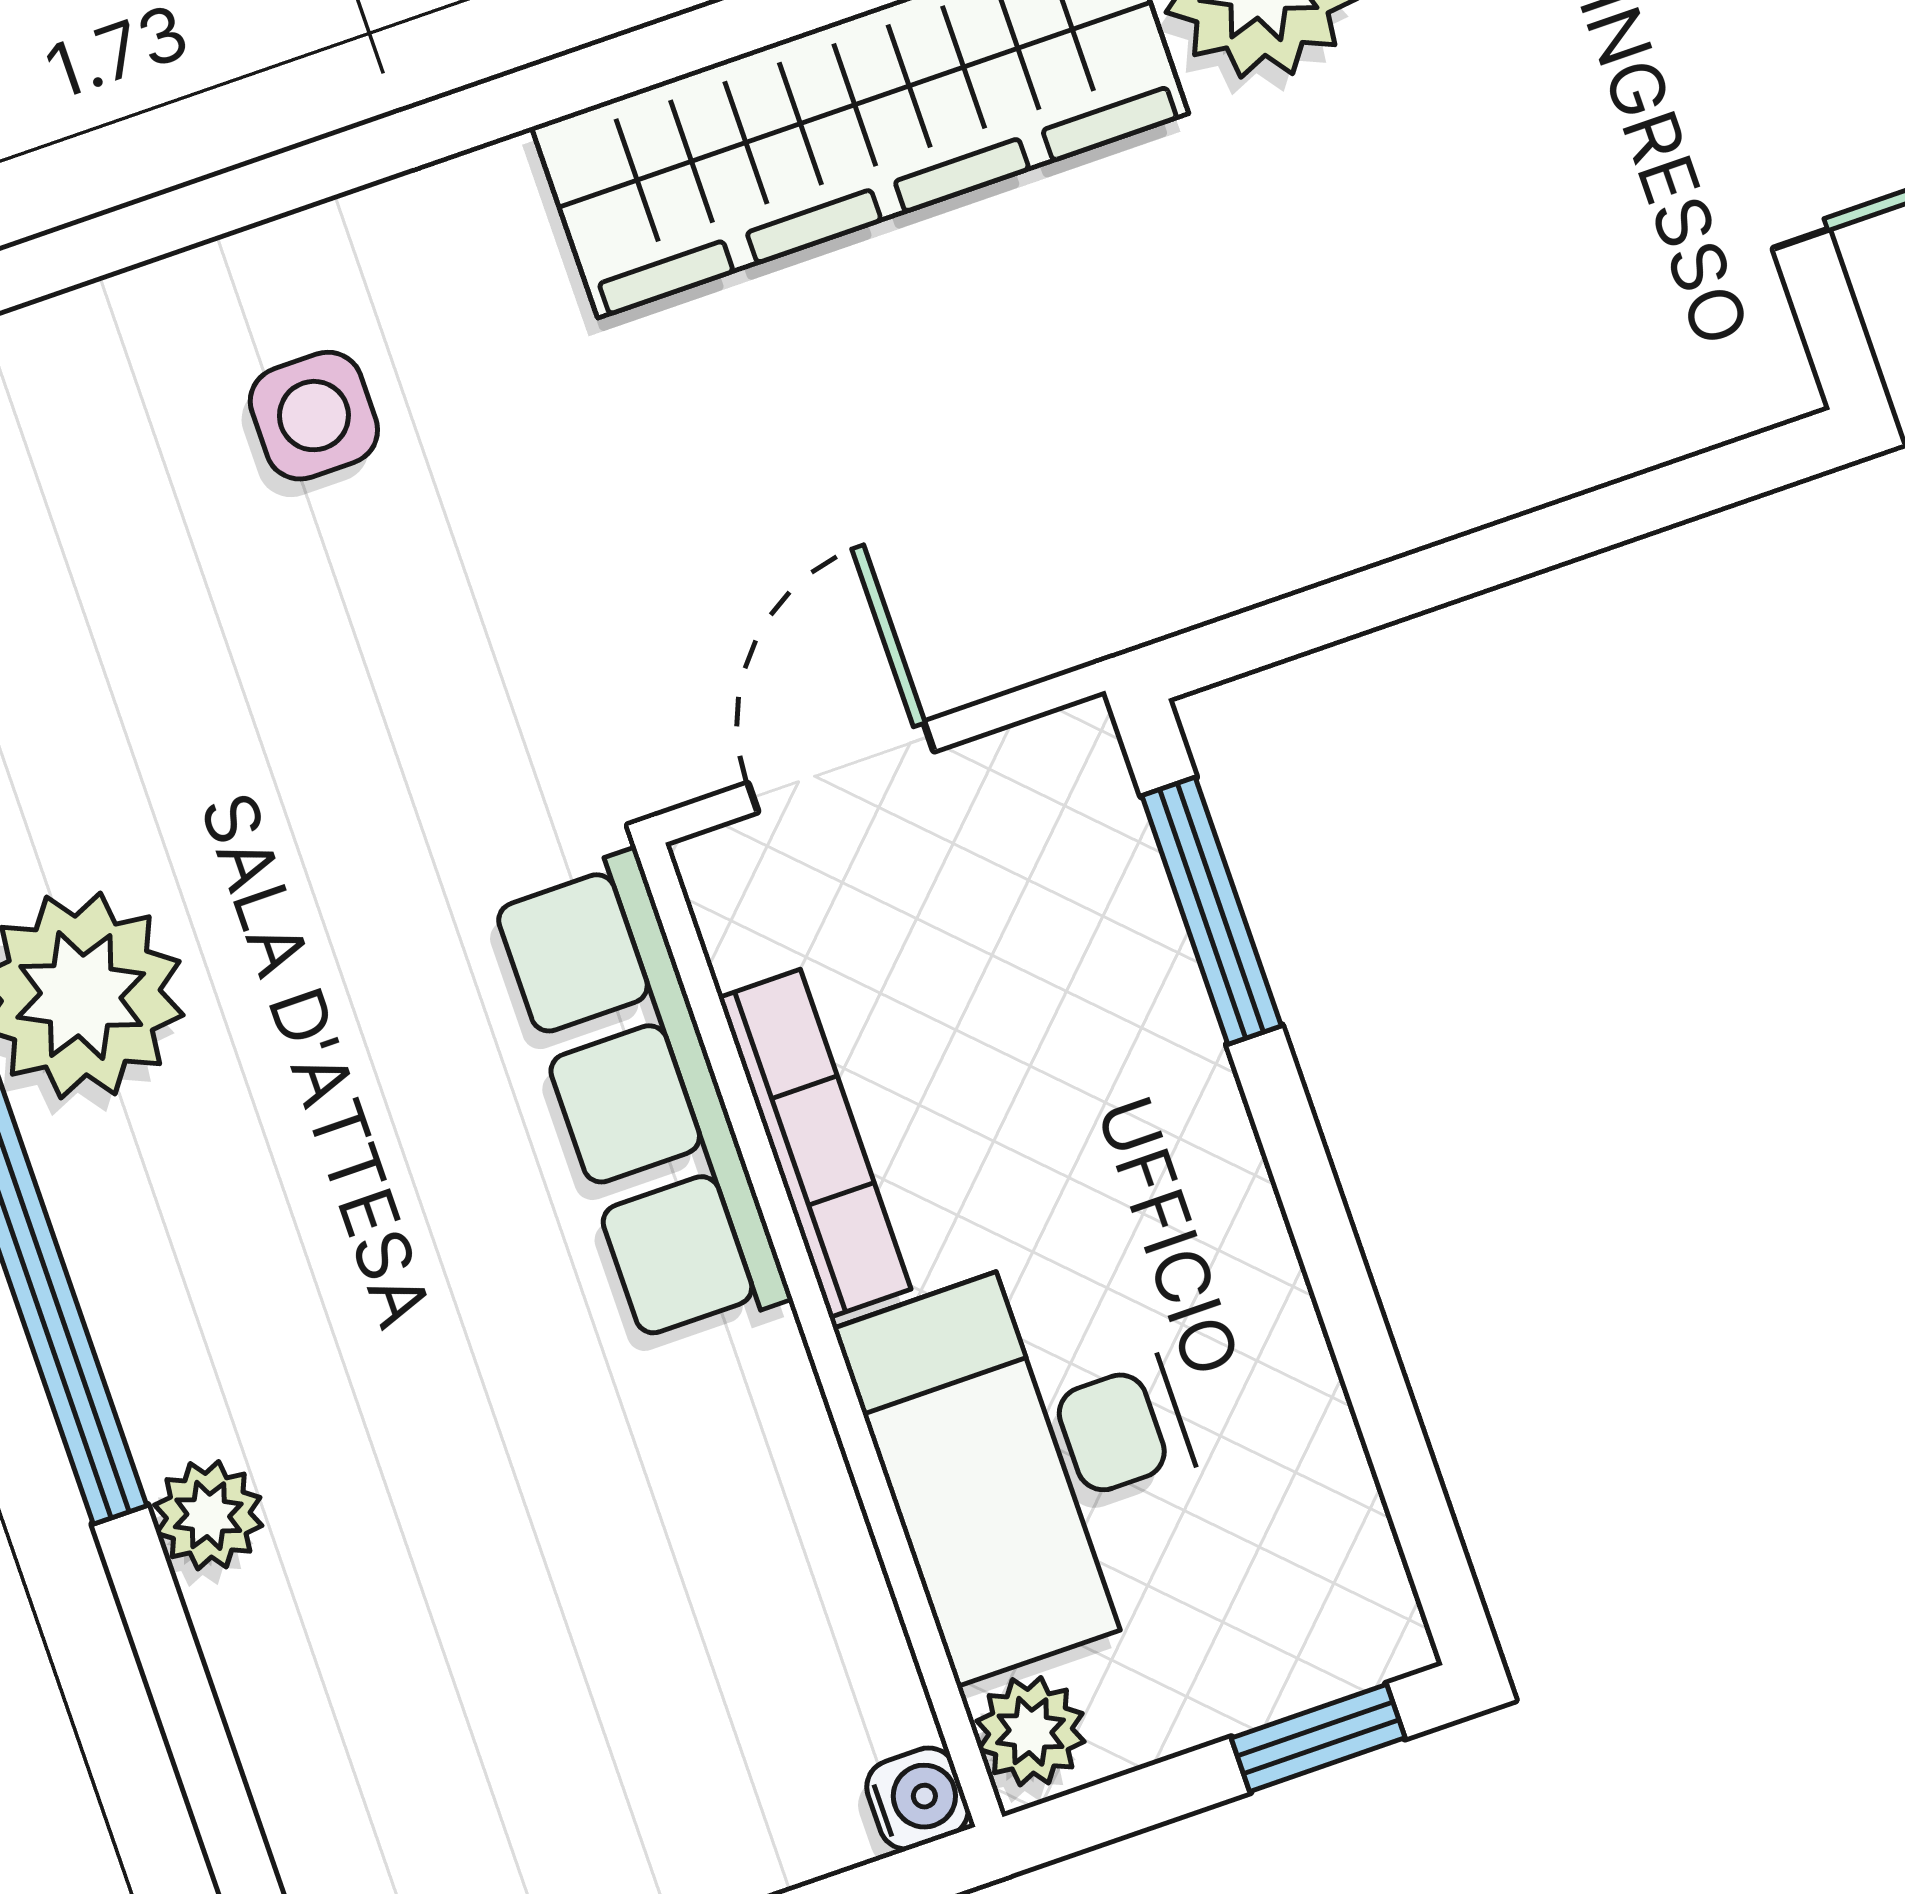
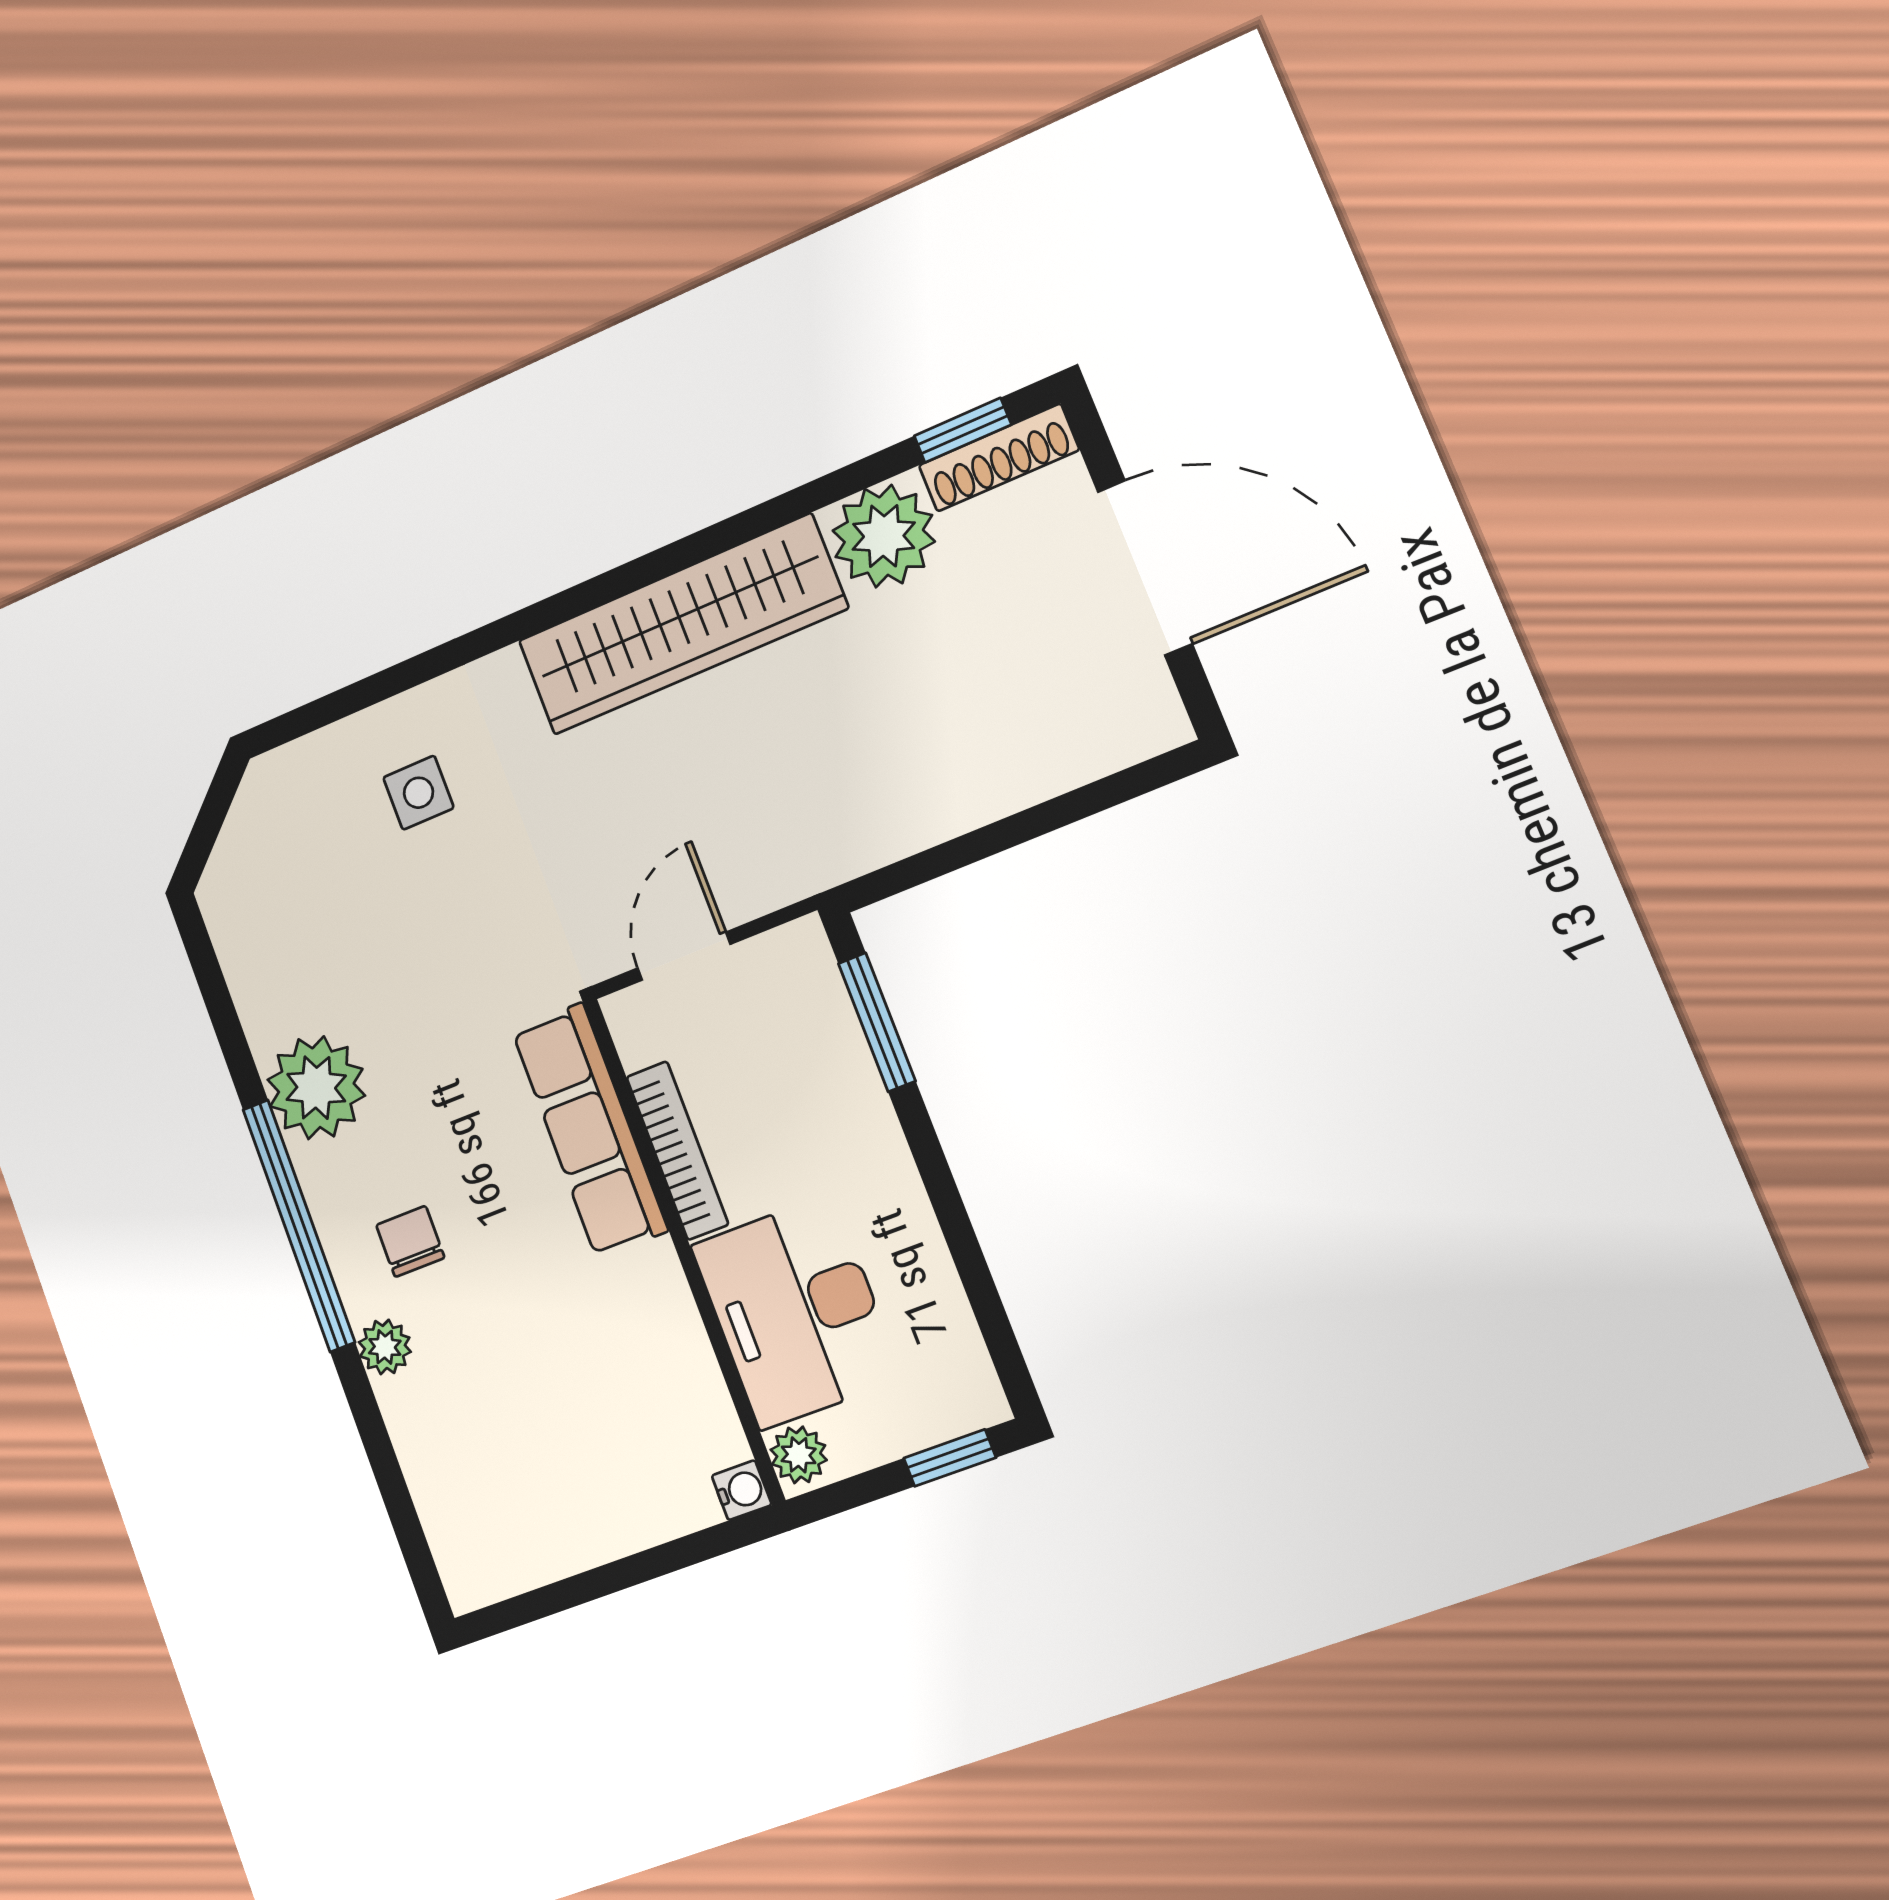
chair: (268, 1307) -> (410, 1241), added

